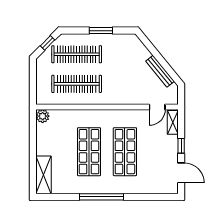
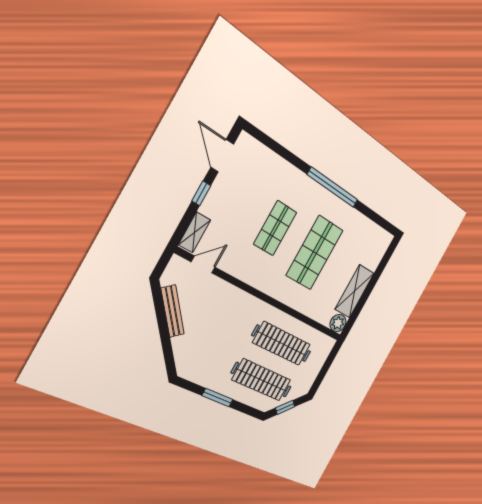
shop shelf: (125, 152) -> (275, 228), width x0.70, depth x0.74
shelving: (43, 175) -> (354, 291), moved

